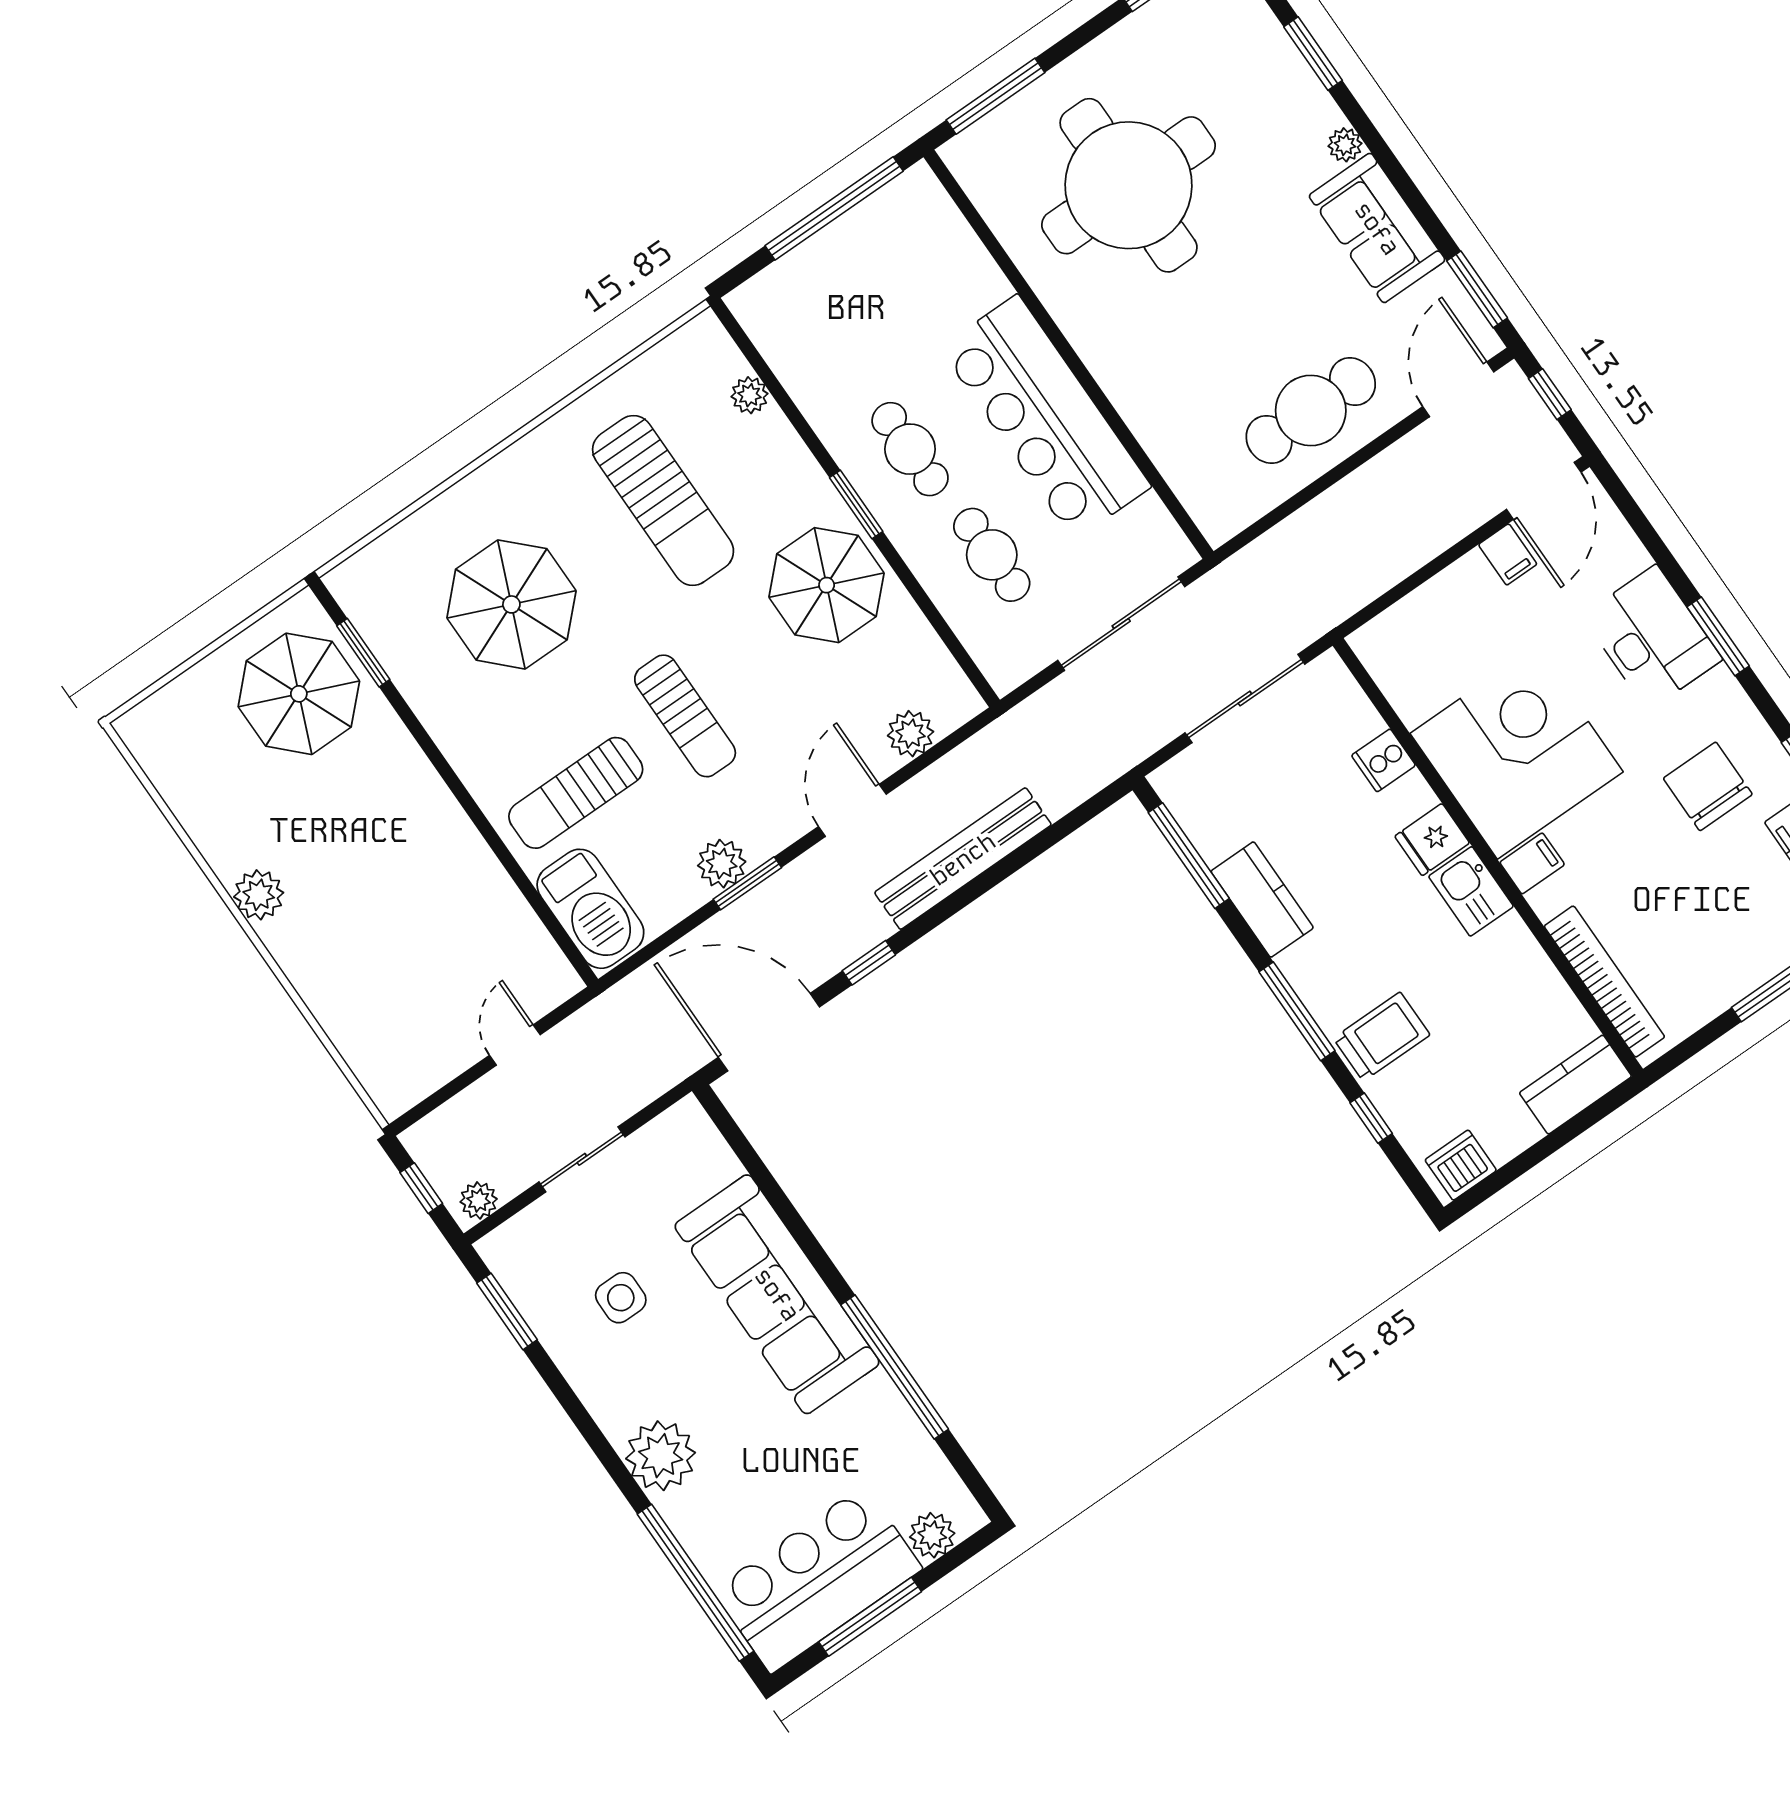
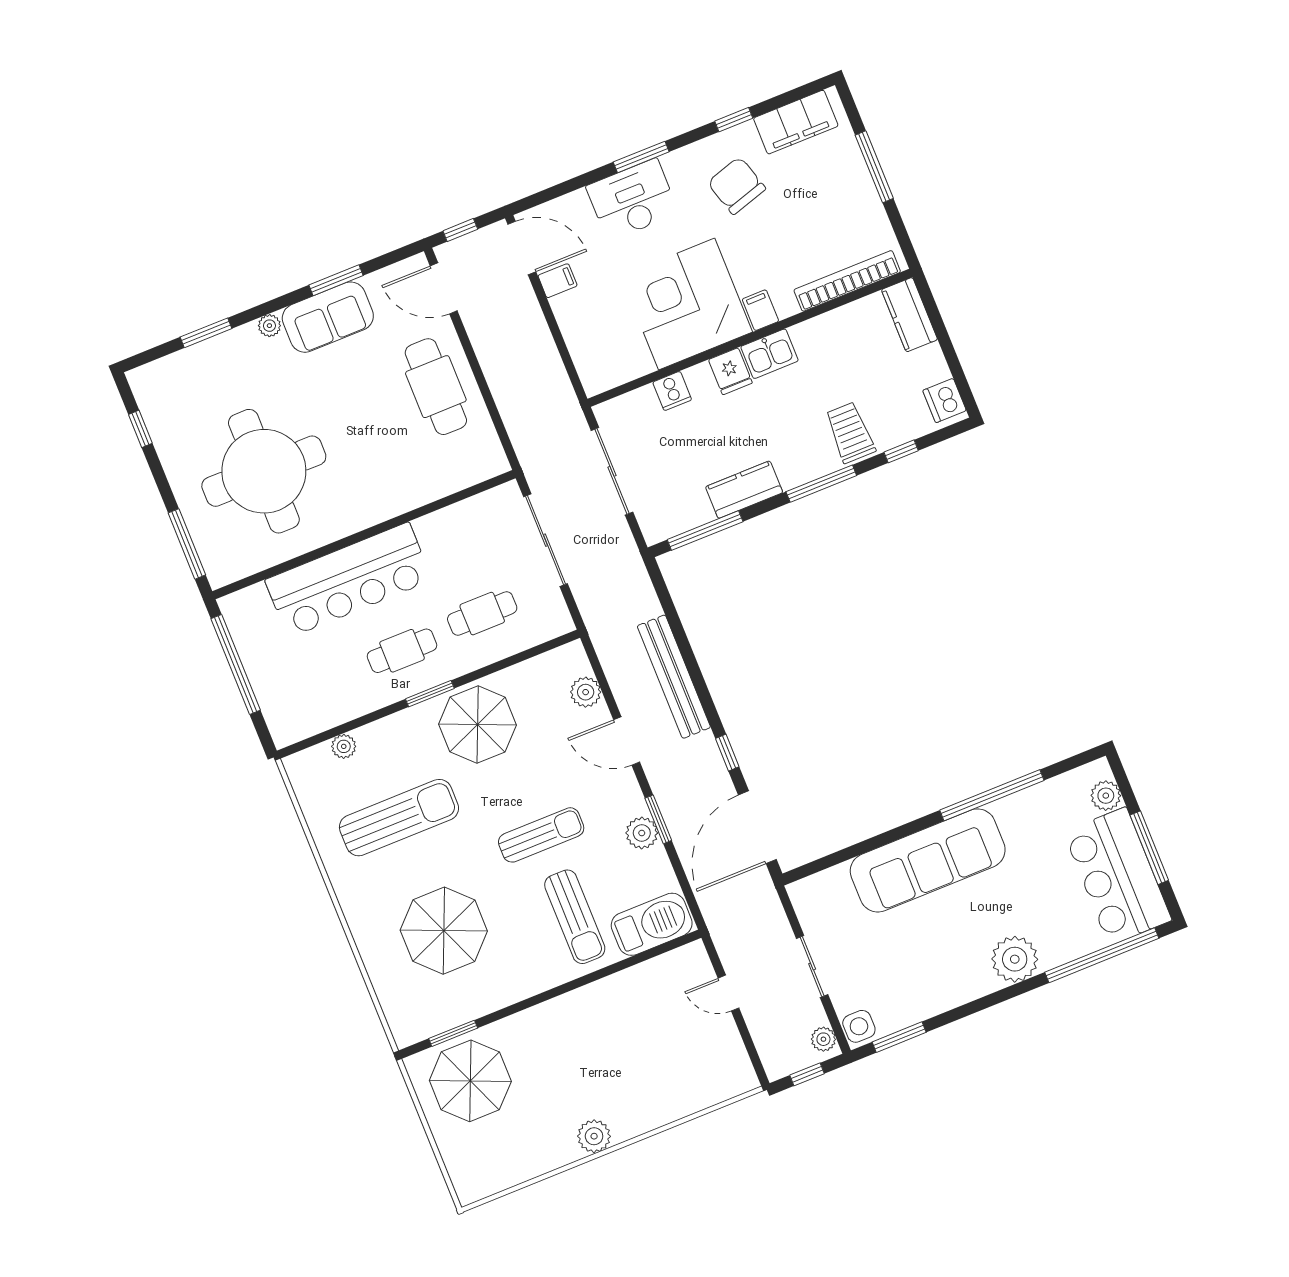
window: (1477, 289) -> (336, 280), moved
bar counter: (1046, 417) -> (349, 580), moved
chair: (1708, 786) -> (736, 186), turned 73
side table: (621, 1298) -> (859, 1026), moved

